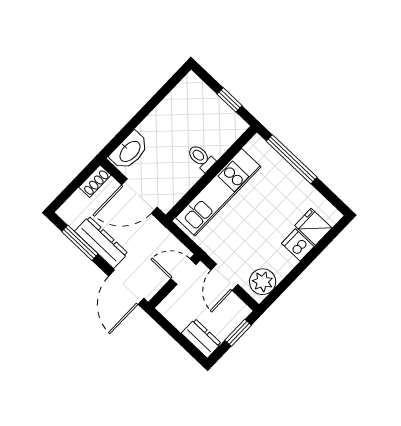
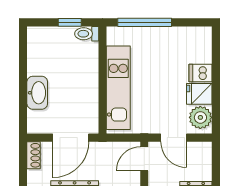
washbasin: (130, 151) -> (37, 93), moved
toilet: (201, 158) -> (87, 34), moved
fridge: (313, 227) -> (199, 94), moved
window: (238, 333) -> (216, 165), removed

